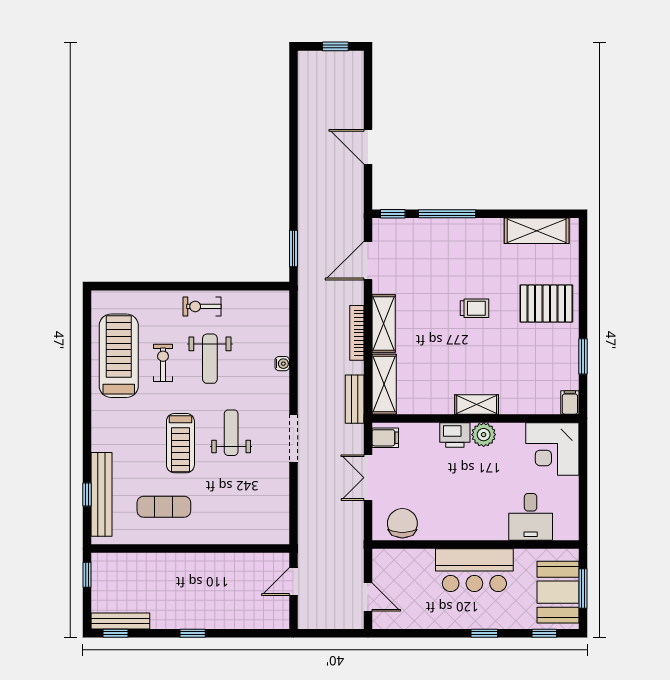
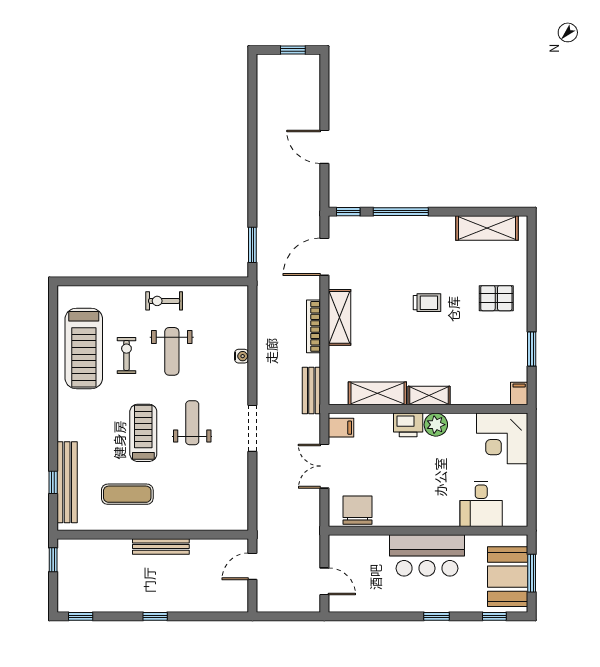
pallet: (546, 304) -> (496, 298), width x0.67, depth x0.71
treadmill: (119, 356) -> (84, 349), turned 180
shelving: (384, 384) -> (377, 393), moved, turned 90
treadmill: (180, 443) -> (143, 433), turned 180
bench: (120, 621) -> (161, 547), moved

